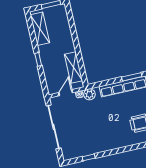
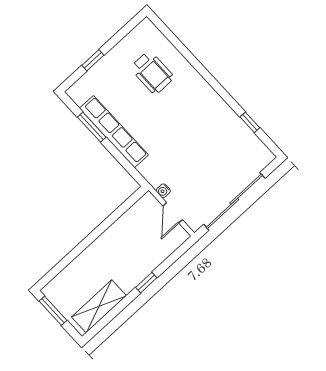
shelving: (73, 67) -> (128, 223), removed
door: (66, 93) -> (173, 213), hinge flipped
plant: (89, 94) -> (155, 176), removed

